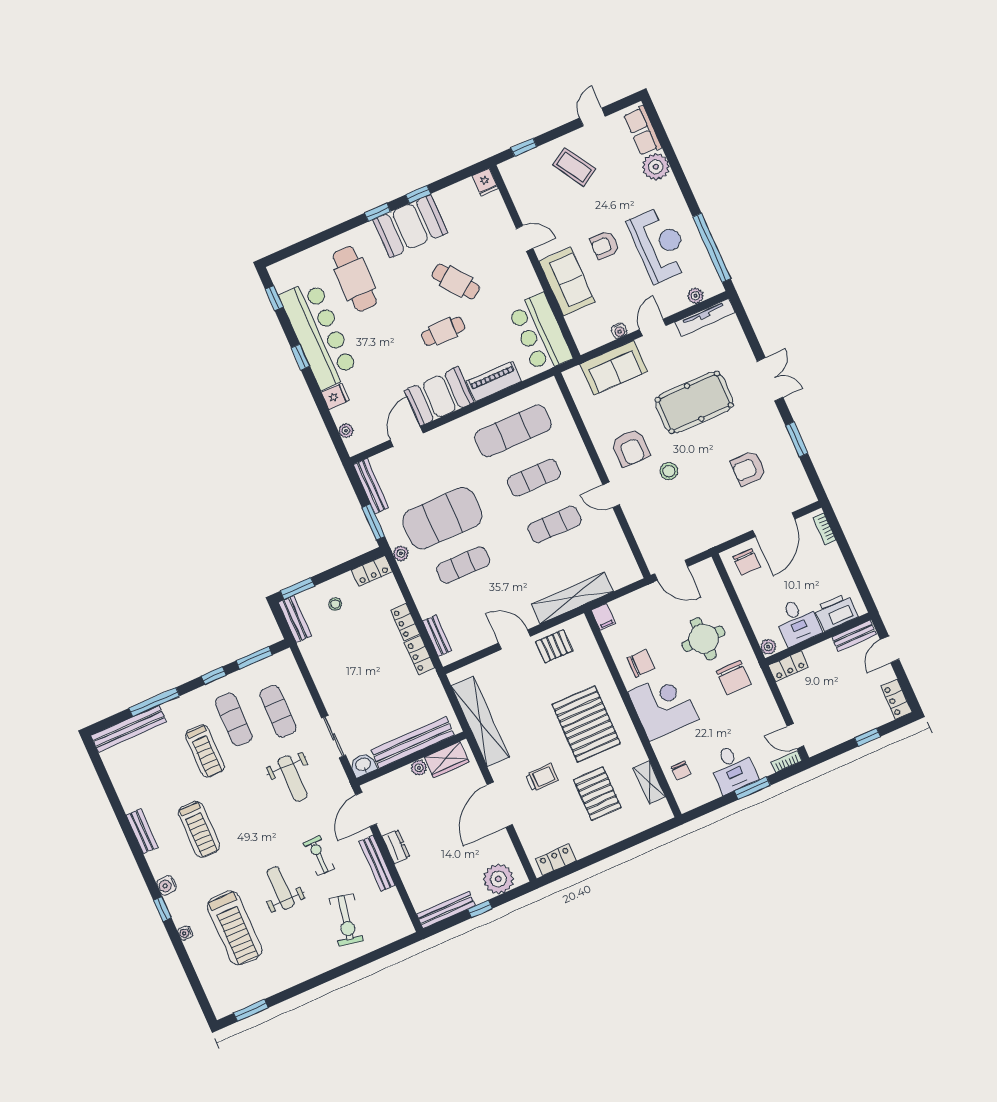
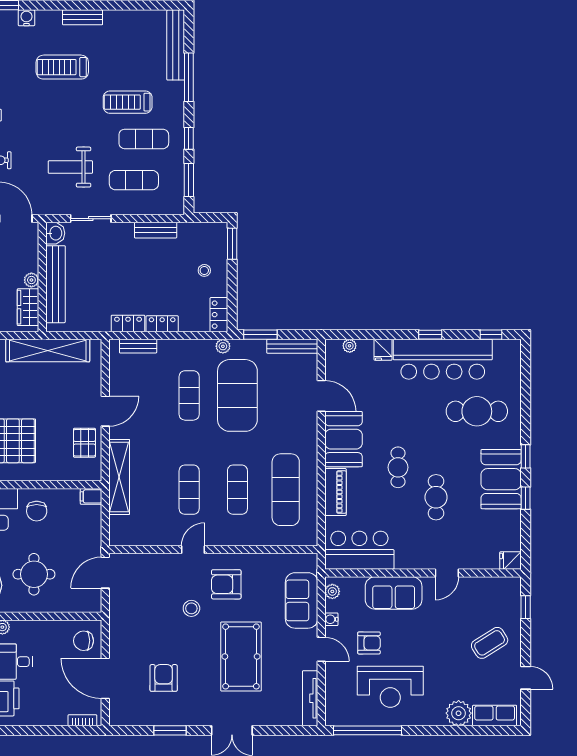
armchair: (605, 245) -> (369, 643), moved, turned 90
cafe table: (456, 282) -> (436, 497), turned -53
plant: (696, 296) -> (332, 591), moved
bench: (295, 619) -> (156, 230), moved

